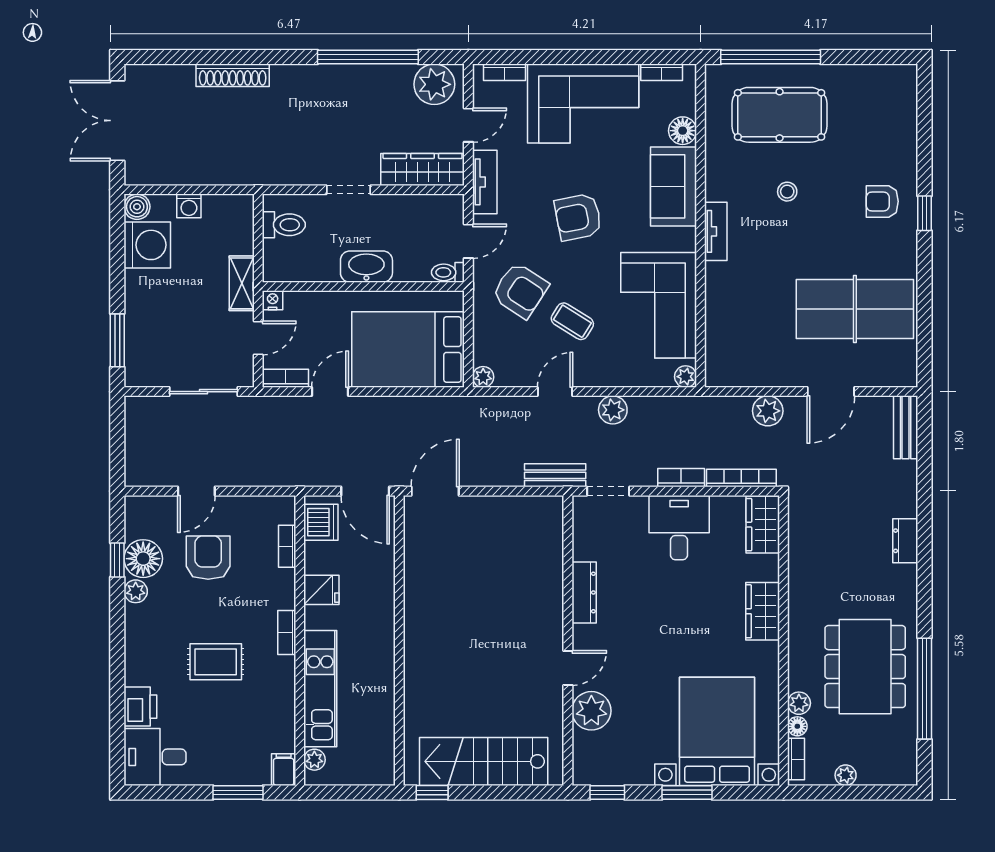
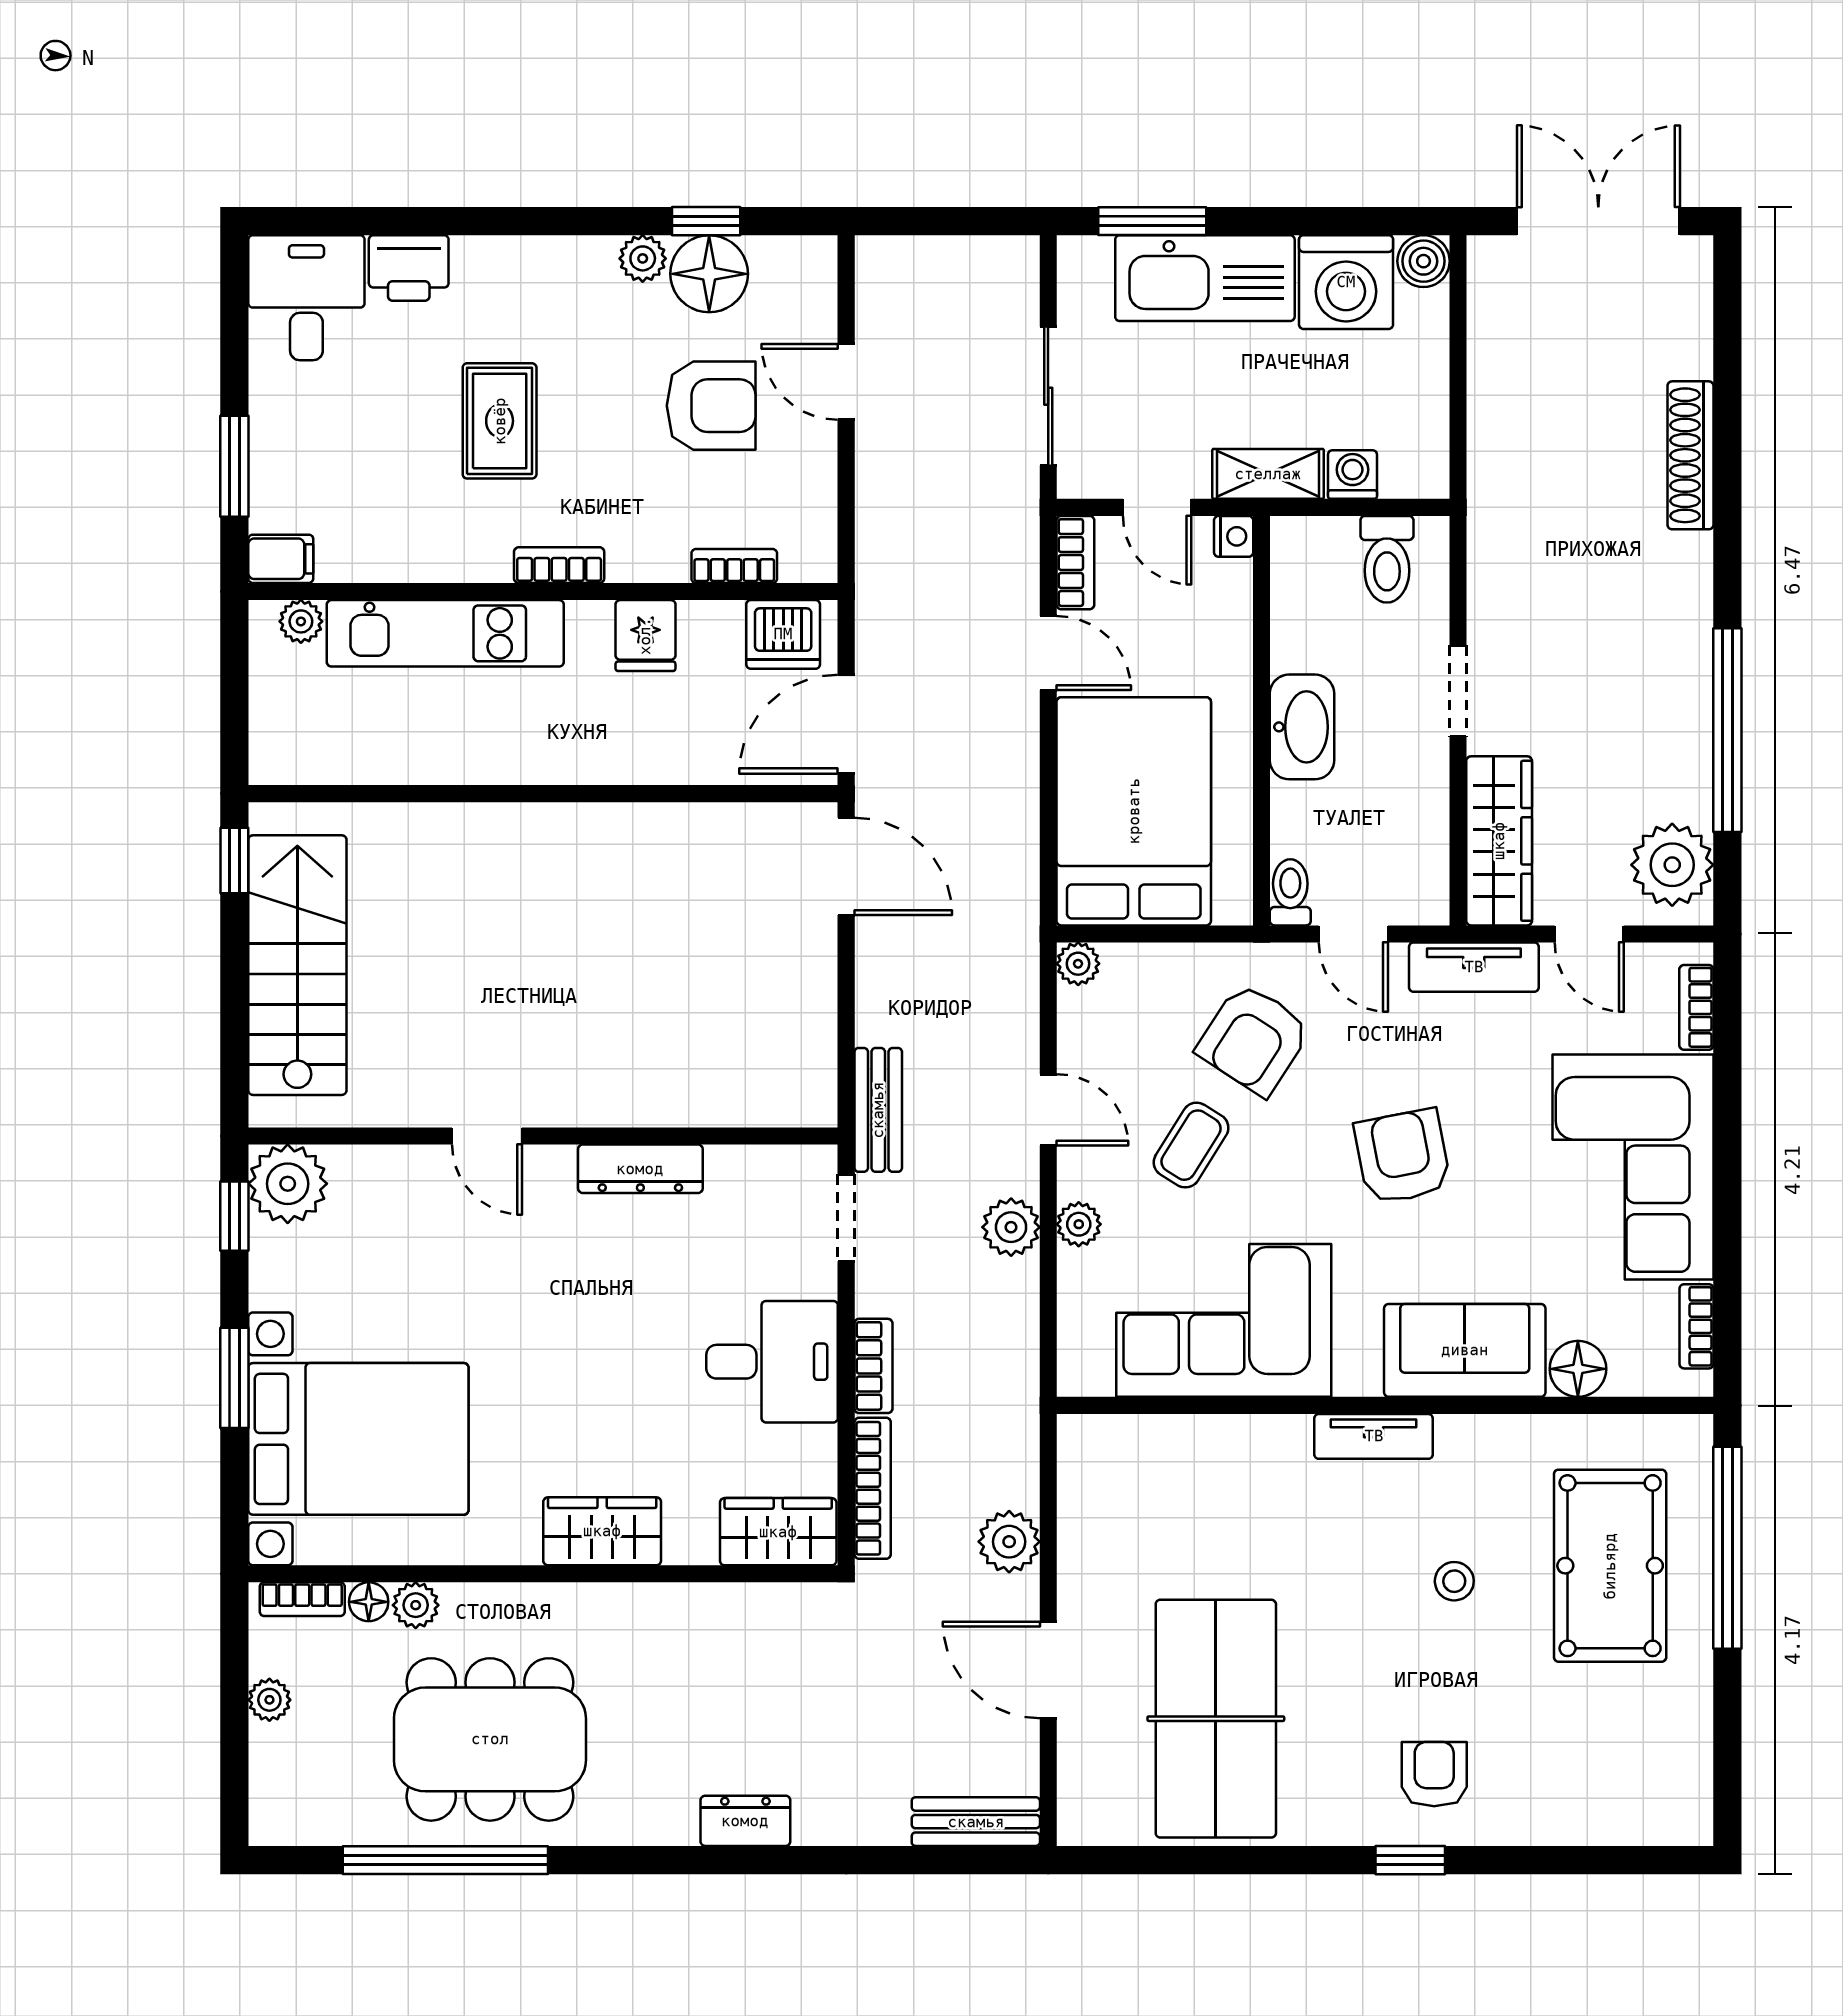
washing machine: (189, 206) -> (1352, 474), moved, turned 90
kitchen sink: (145, 314) -> (1205, 278), added
plant: (686, 377) -> (1079, 1224), moved
plant: (591, 711) -> (288, 1184), moved

